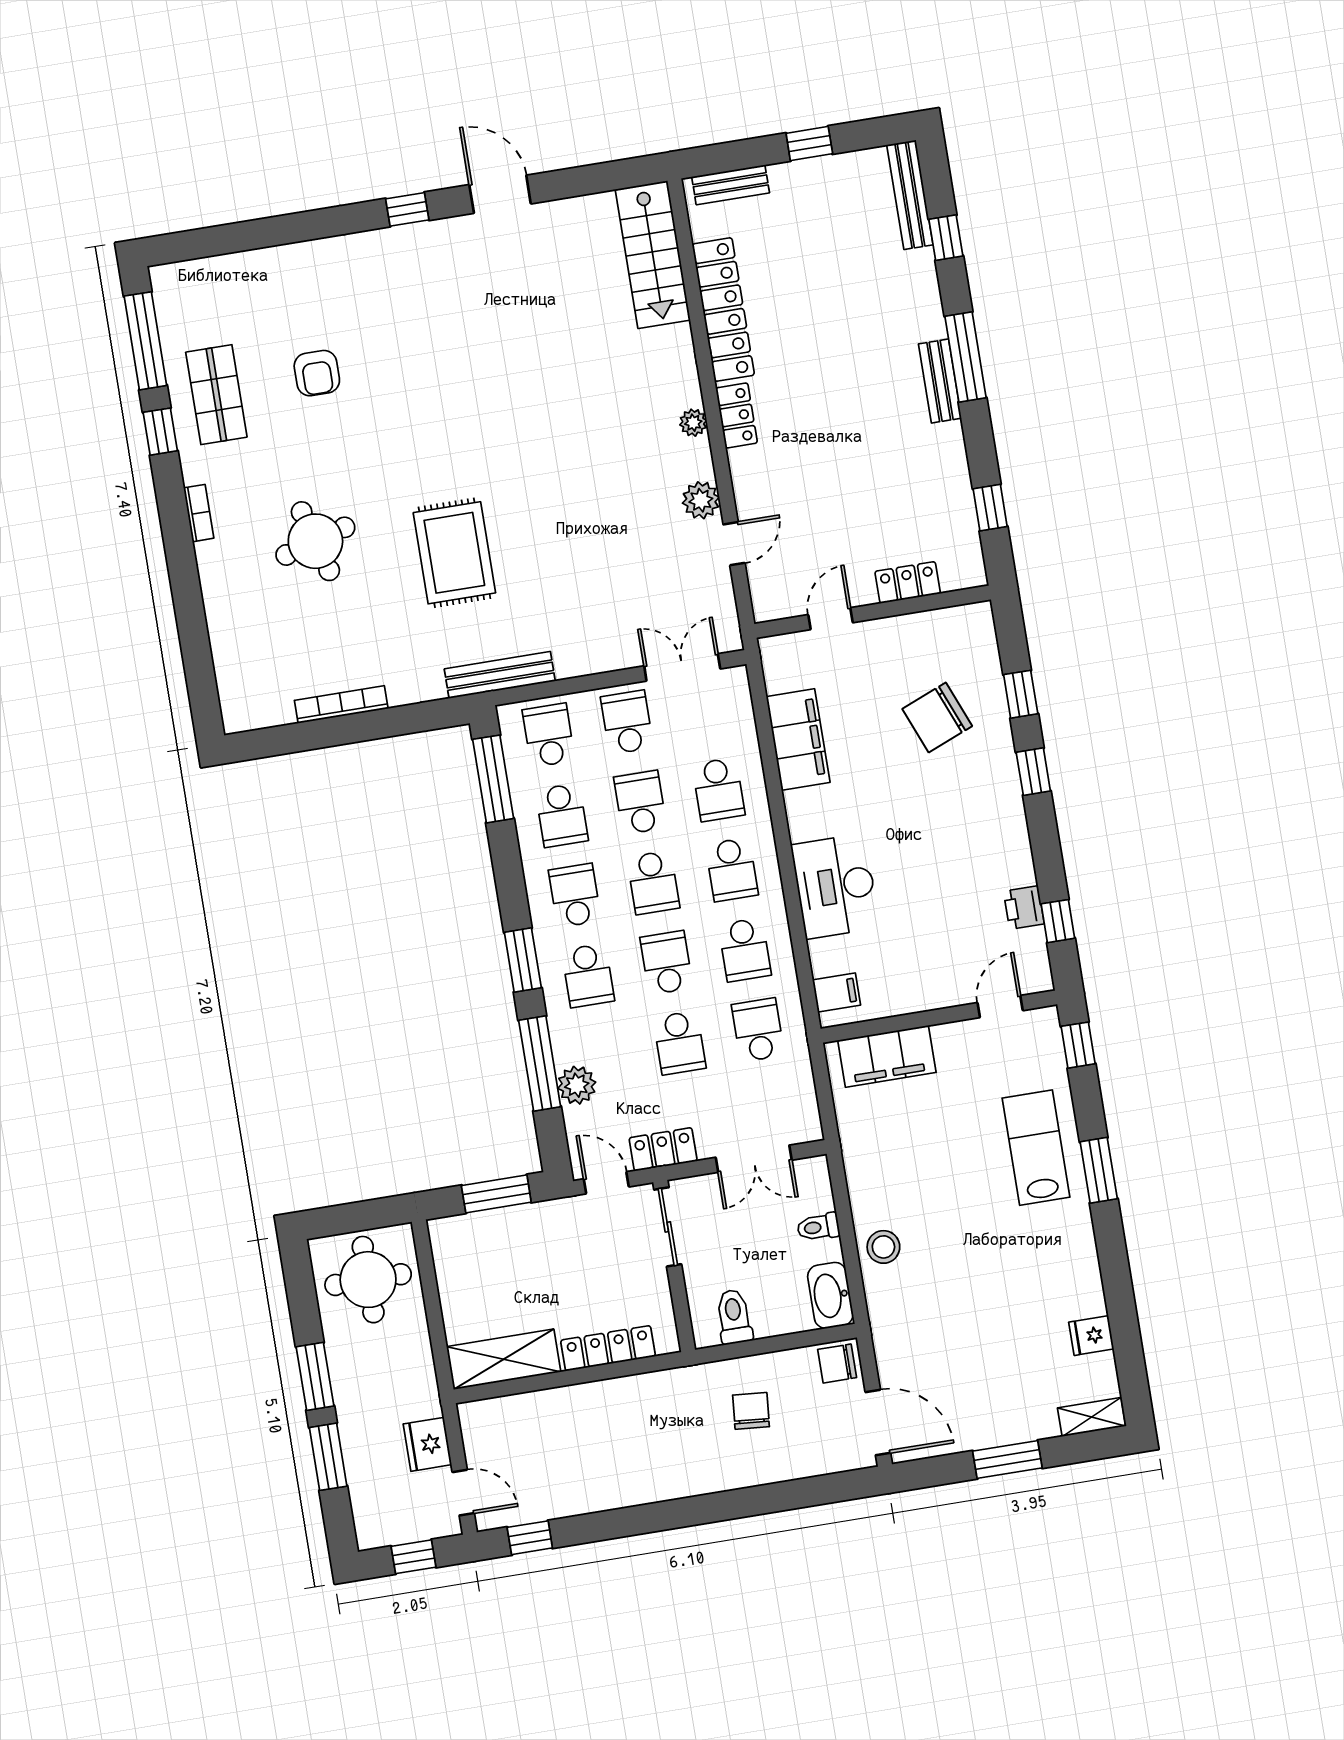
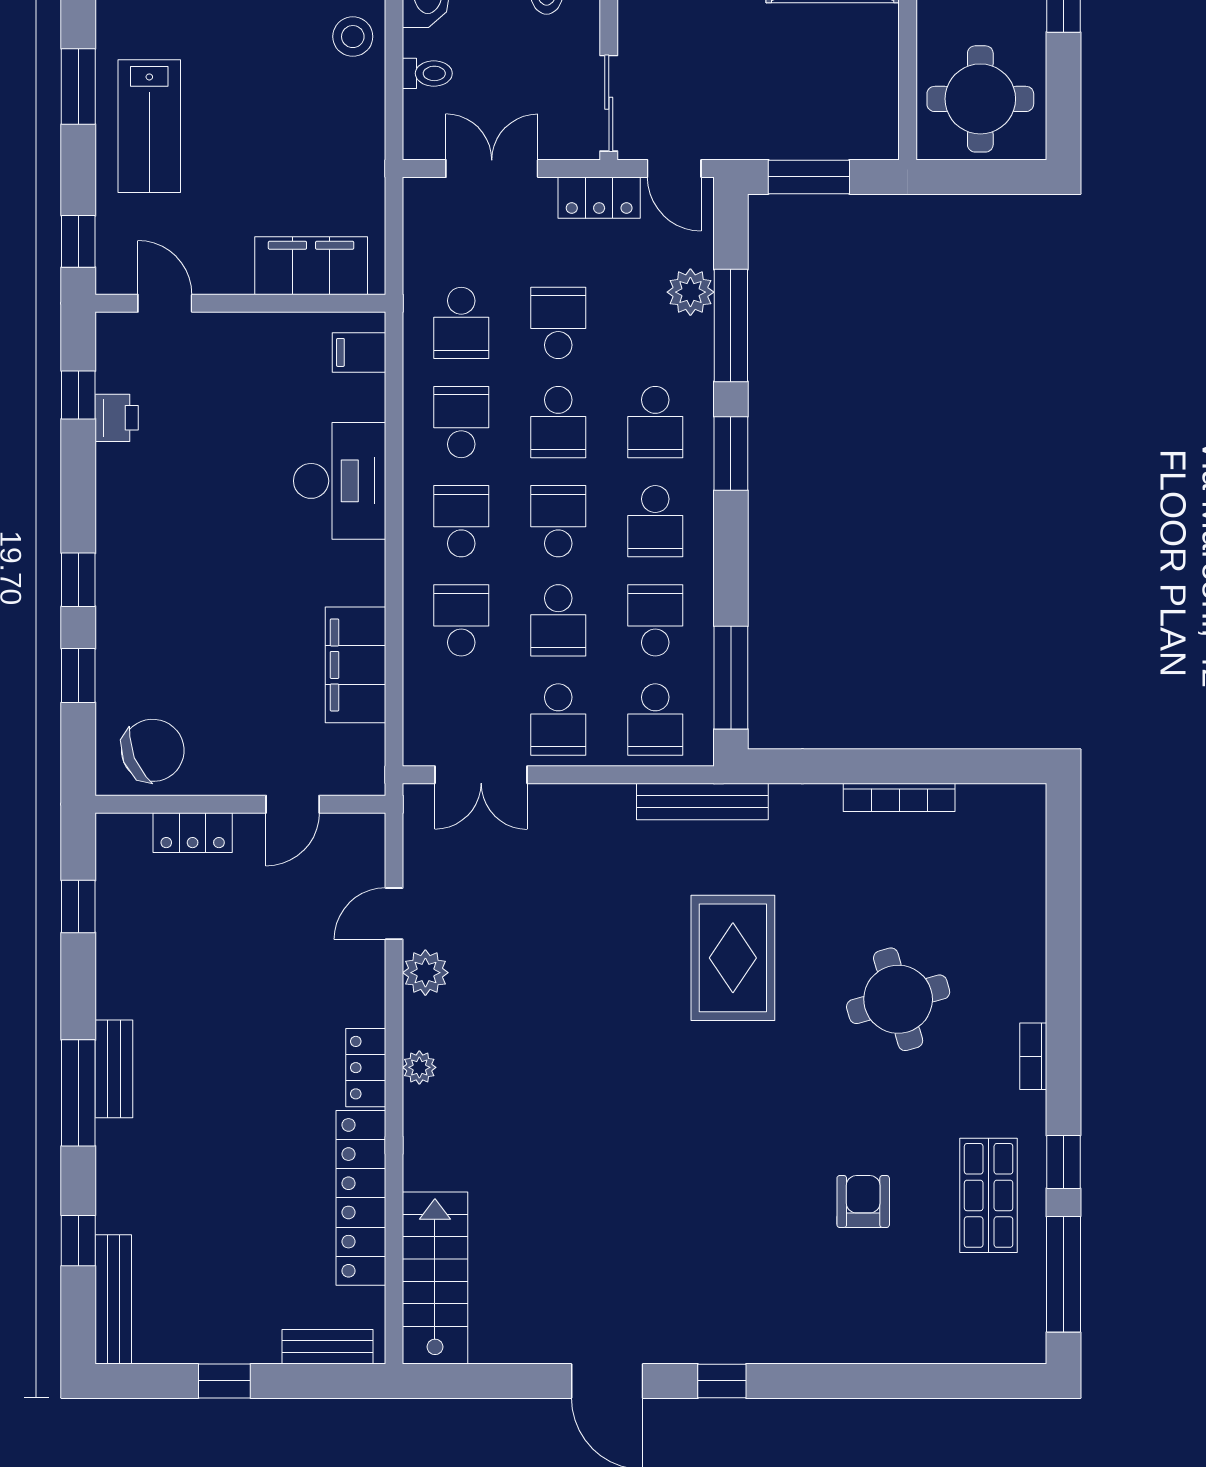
chair: (937, 717) -> (153, 750), moved
school desk: (588, 975) -> (655, 422), turned 180
door: (1000, 1007) -> (165, 303), swing flipped

